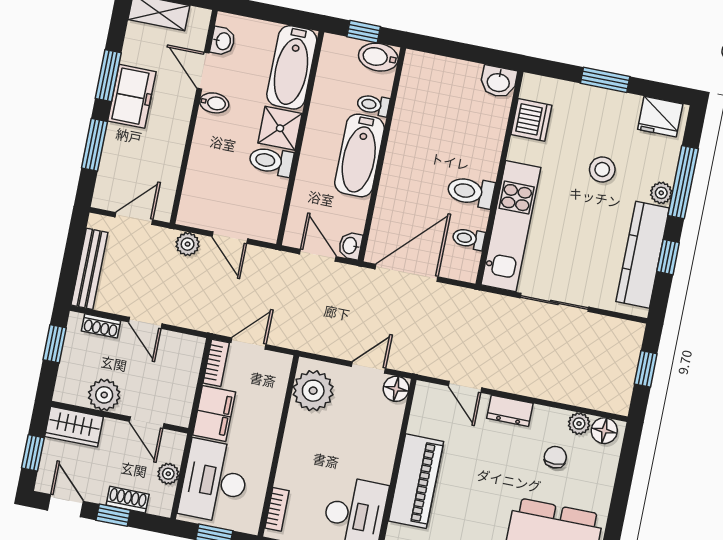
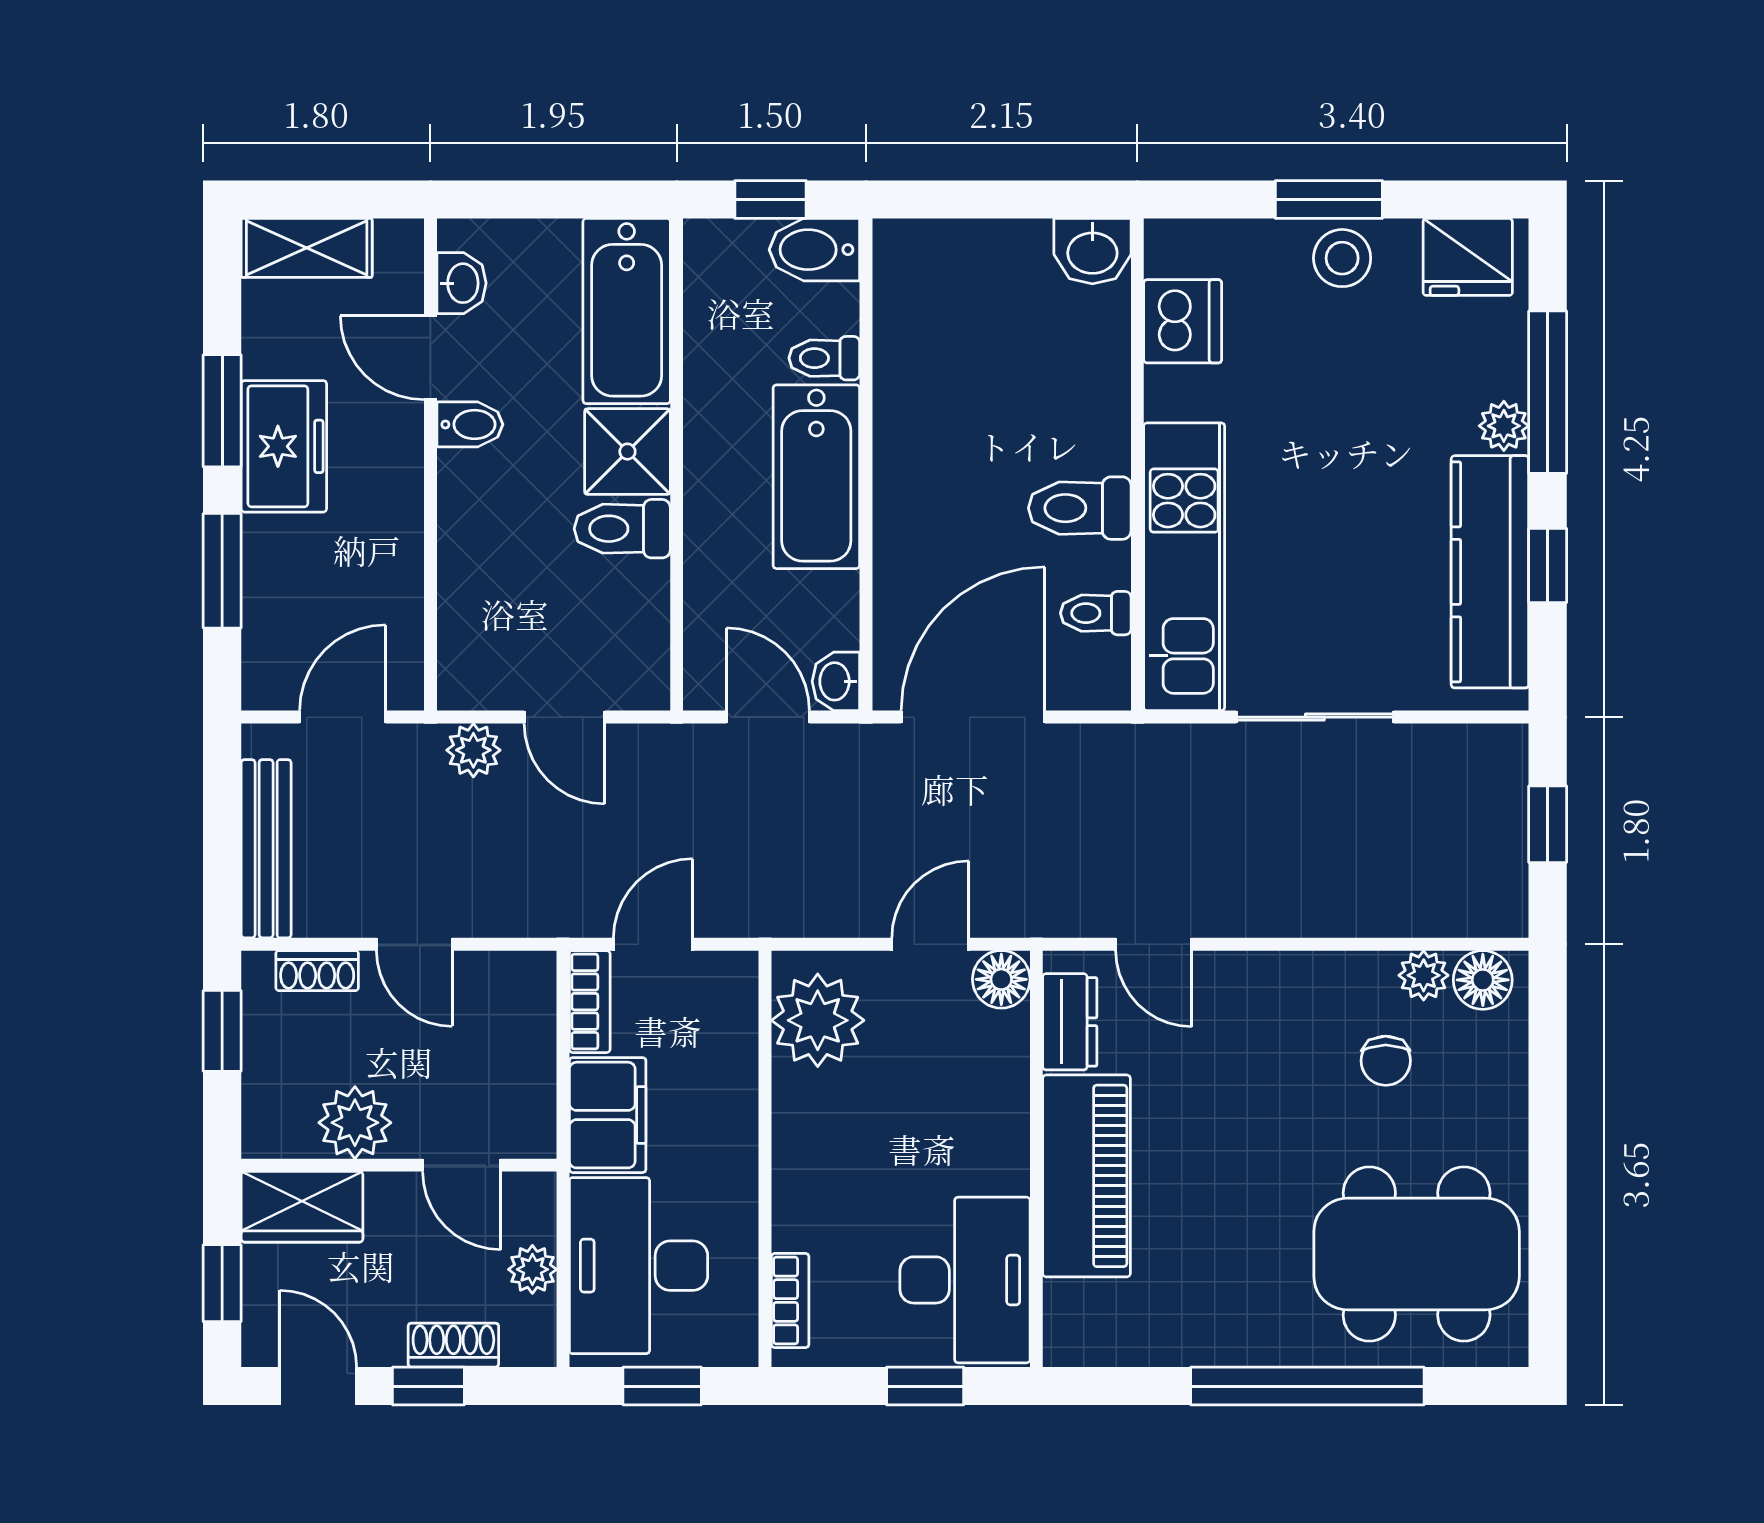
stool: (602, 170) -> (1342, 258), moved
dresser: (510, 411) -> (1070, 1022), moved, turned -90
chair: (555, 457) -> (1386, 1061), turned 180

